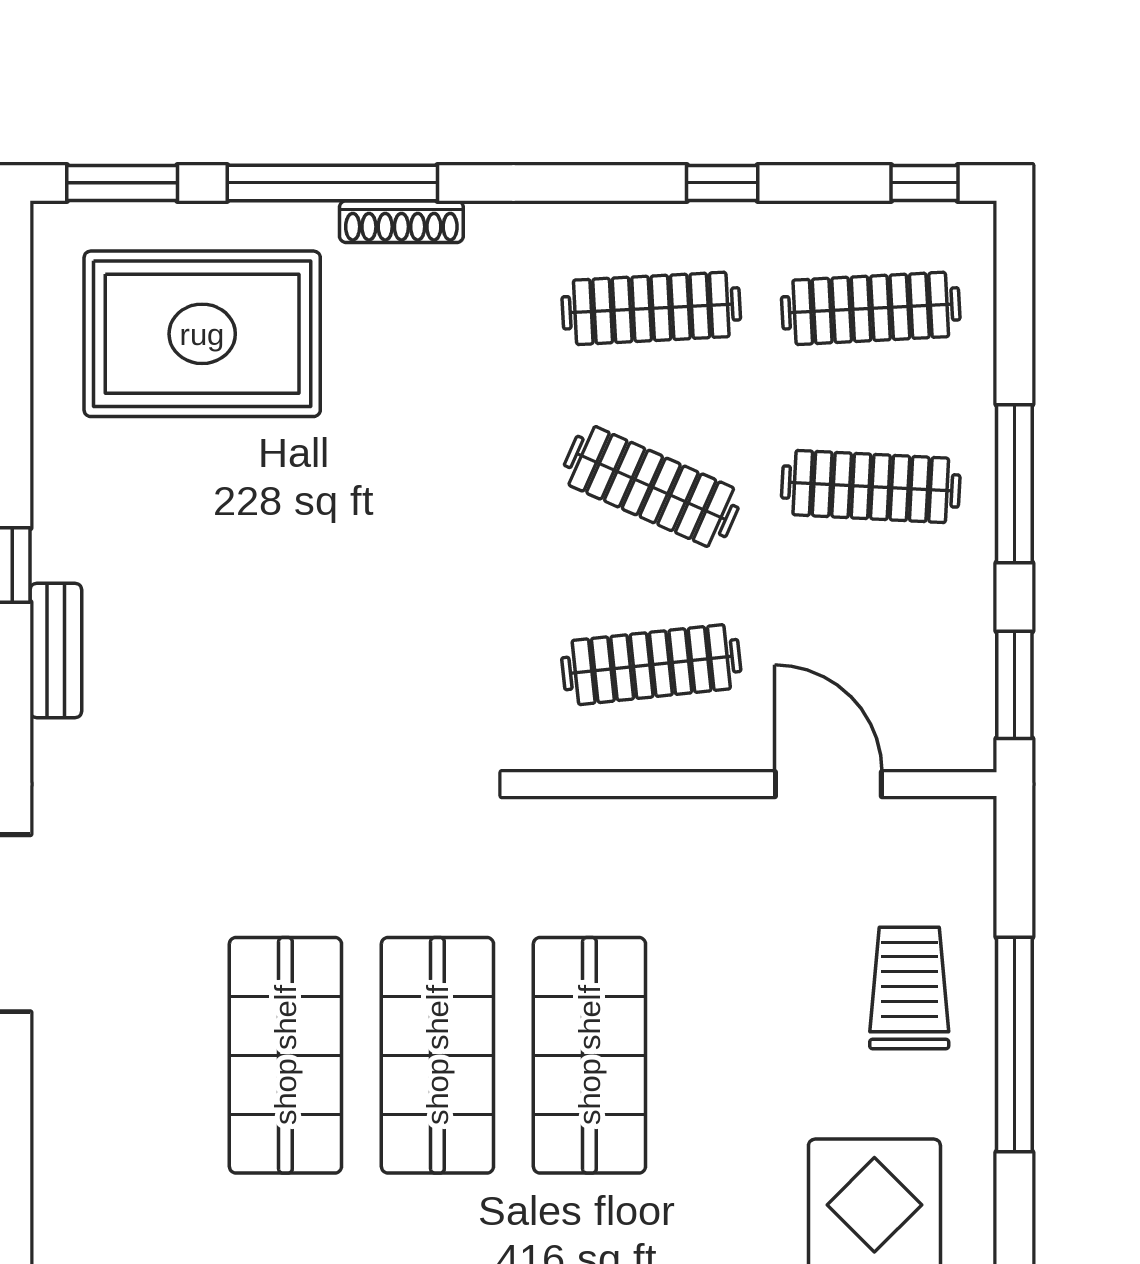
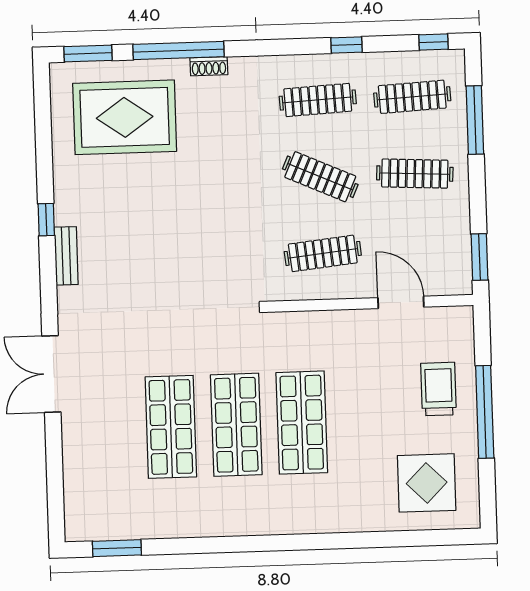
shoe rack: (401, 222) -> (209, 66), width x0.70
window: (1014, 484) -> (475, 120), moved

